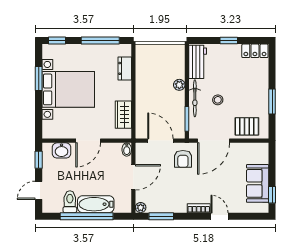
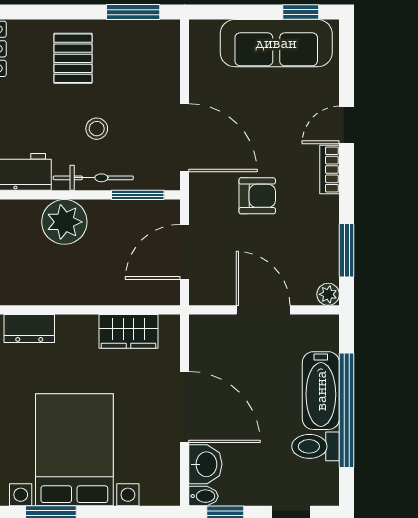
plant: (179, 85) -> (64, 222), width x1.88, depth x1.88
window: (272, 101) -> (133, 12), moved
pallet: (247, 126) -> (73, 58), moved
door: (88, 141) -> (184, 407), width x1.36
bidet: (127, 150) -> (203, 496), moved
armchair: (183, 159) -> (257, 196), moved
sofa: (258, 183) -> (276, 43), width x1.36

